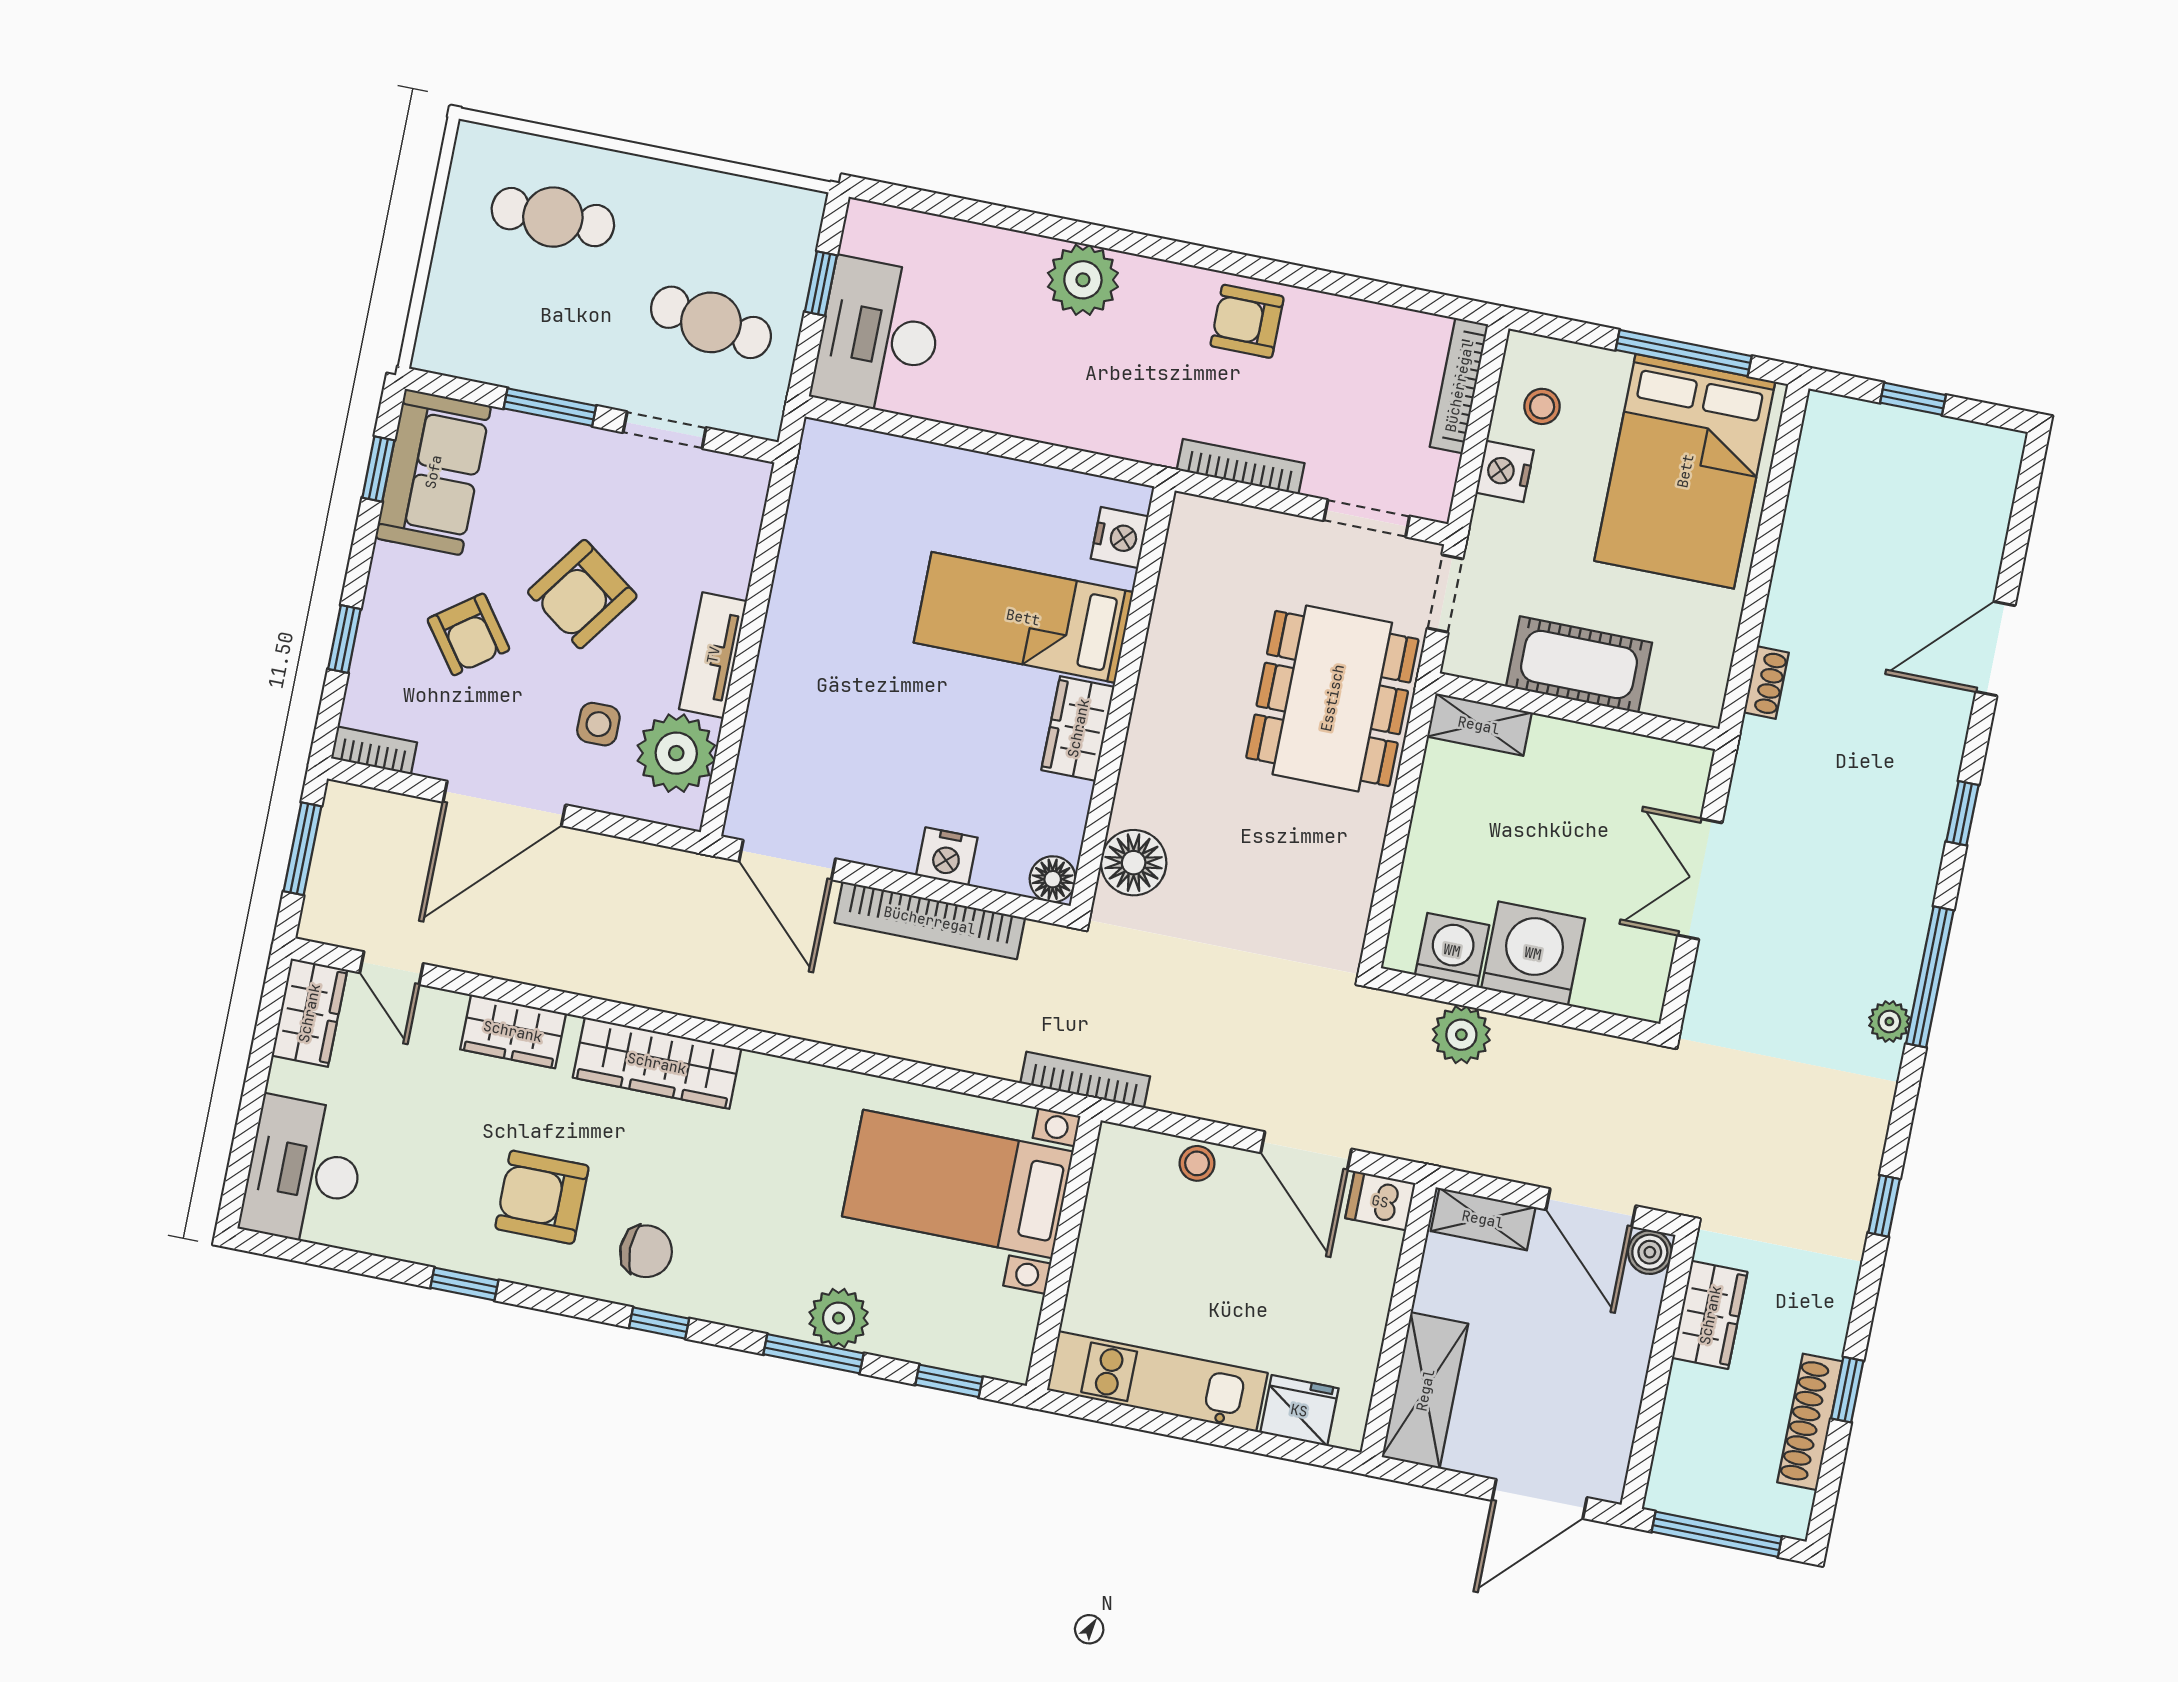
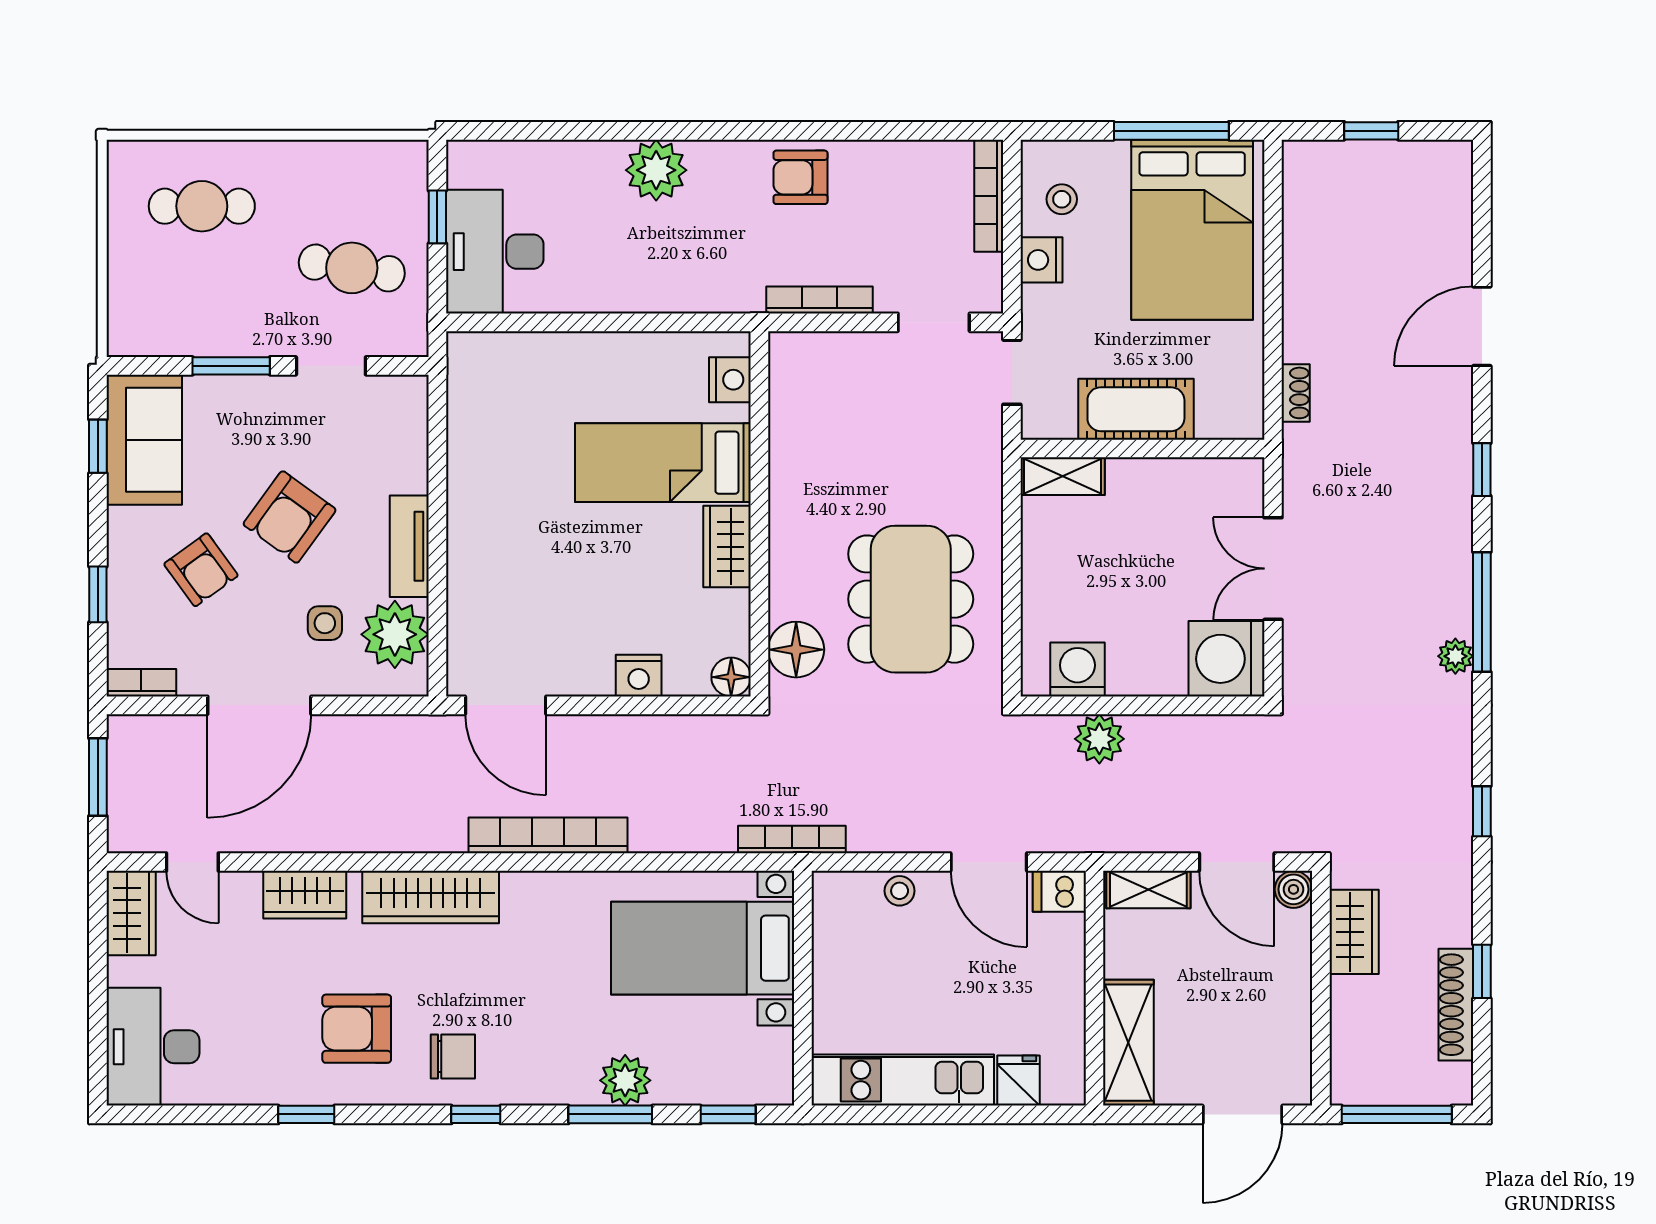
dining table: (1332, 698) -> (911, 599), moved
bookcase: (930, 920) -> (548, 835), moved, turned 180
washing machine: (1533, 953) -> (1226, 659), moved, turned -90
fridge: (1299, 1410) -> (1018, 1081), width x0.72

